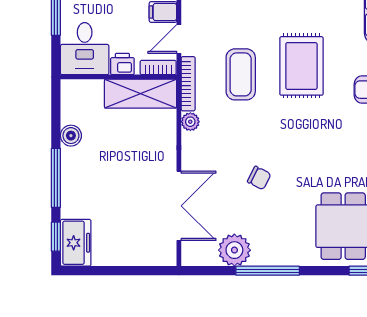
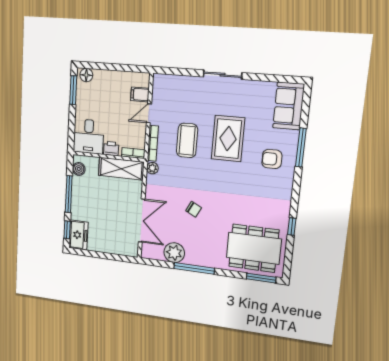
desk: (85, 49) -> (89, 136), moved
printer: (122, 64) -> (111, 149), moved
bookcase: (158, 67) -> (133, 153), moved
wall: (119, 77) -> (108, 157), moved
shelving: (141, 94) -> (121, 169), moved

